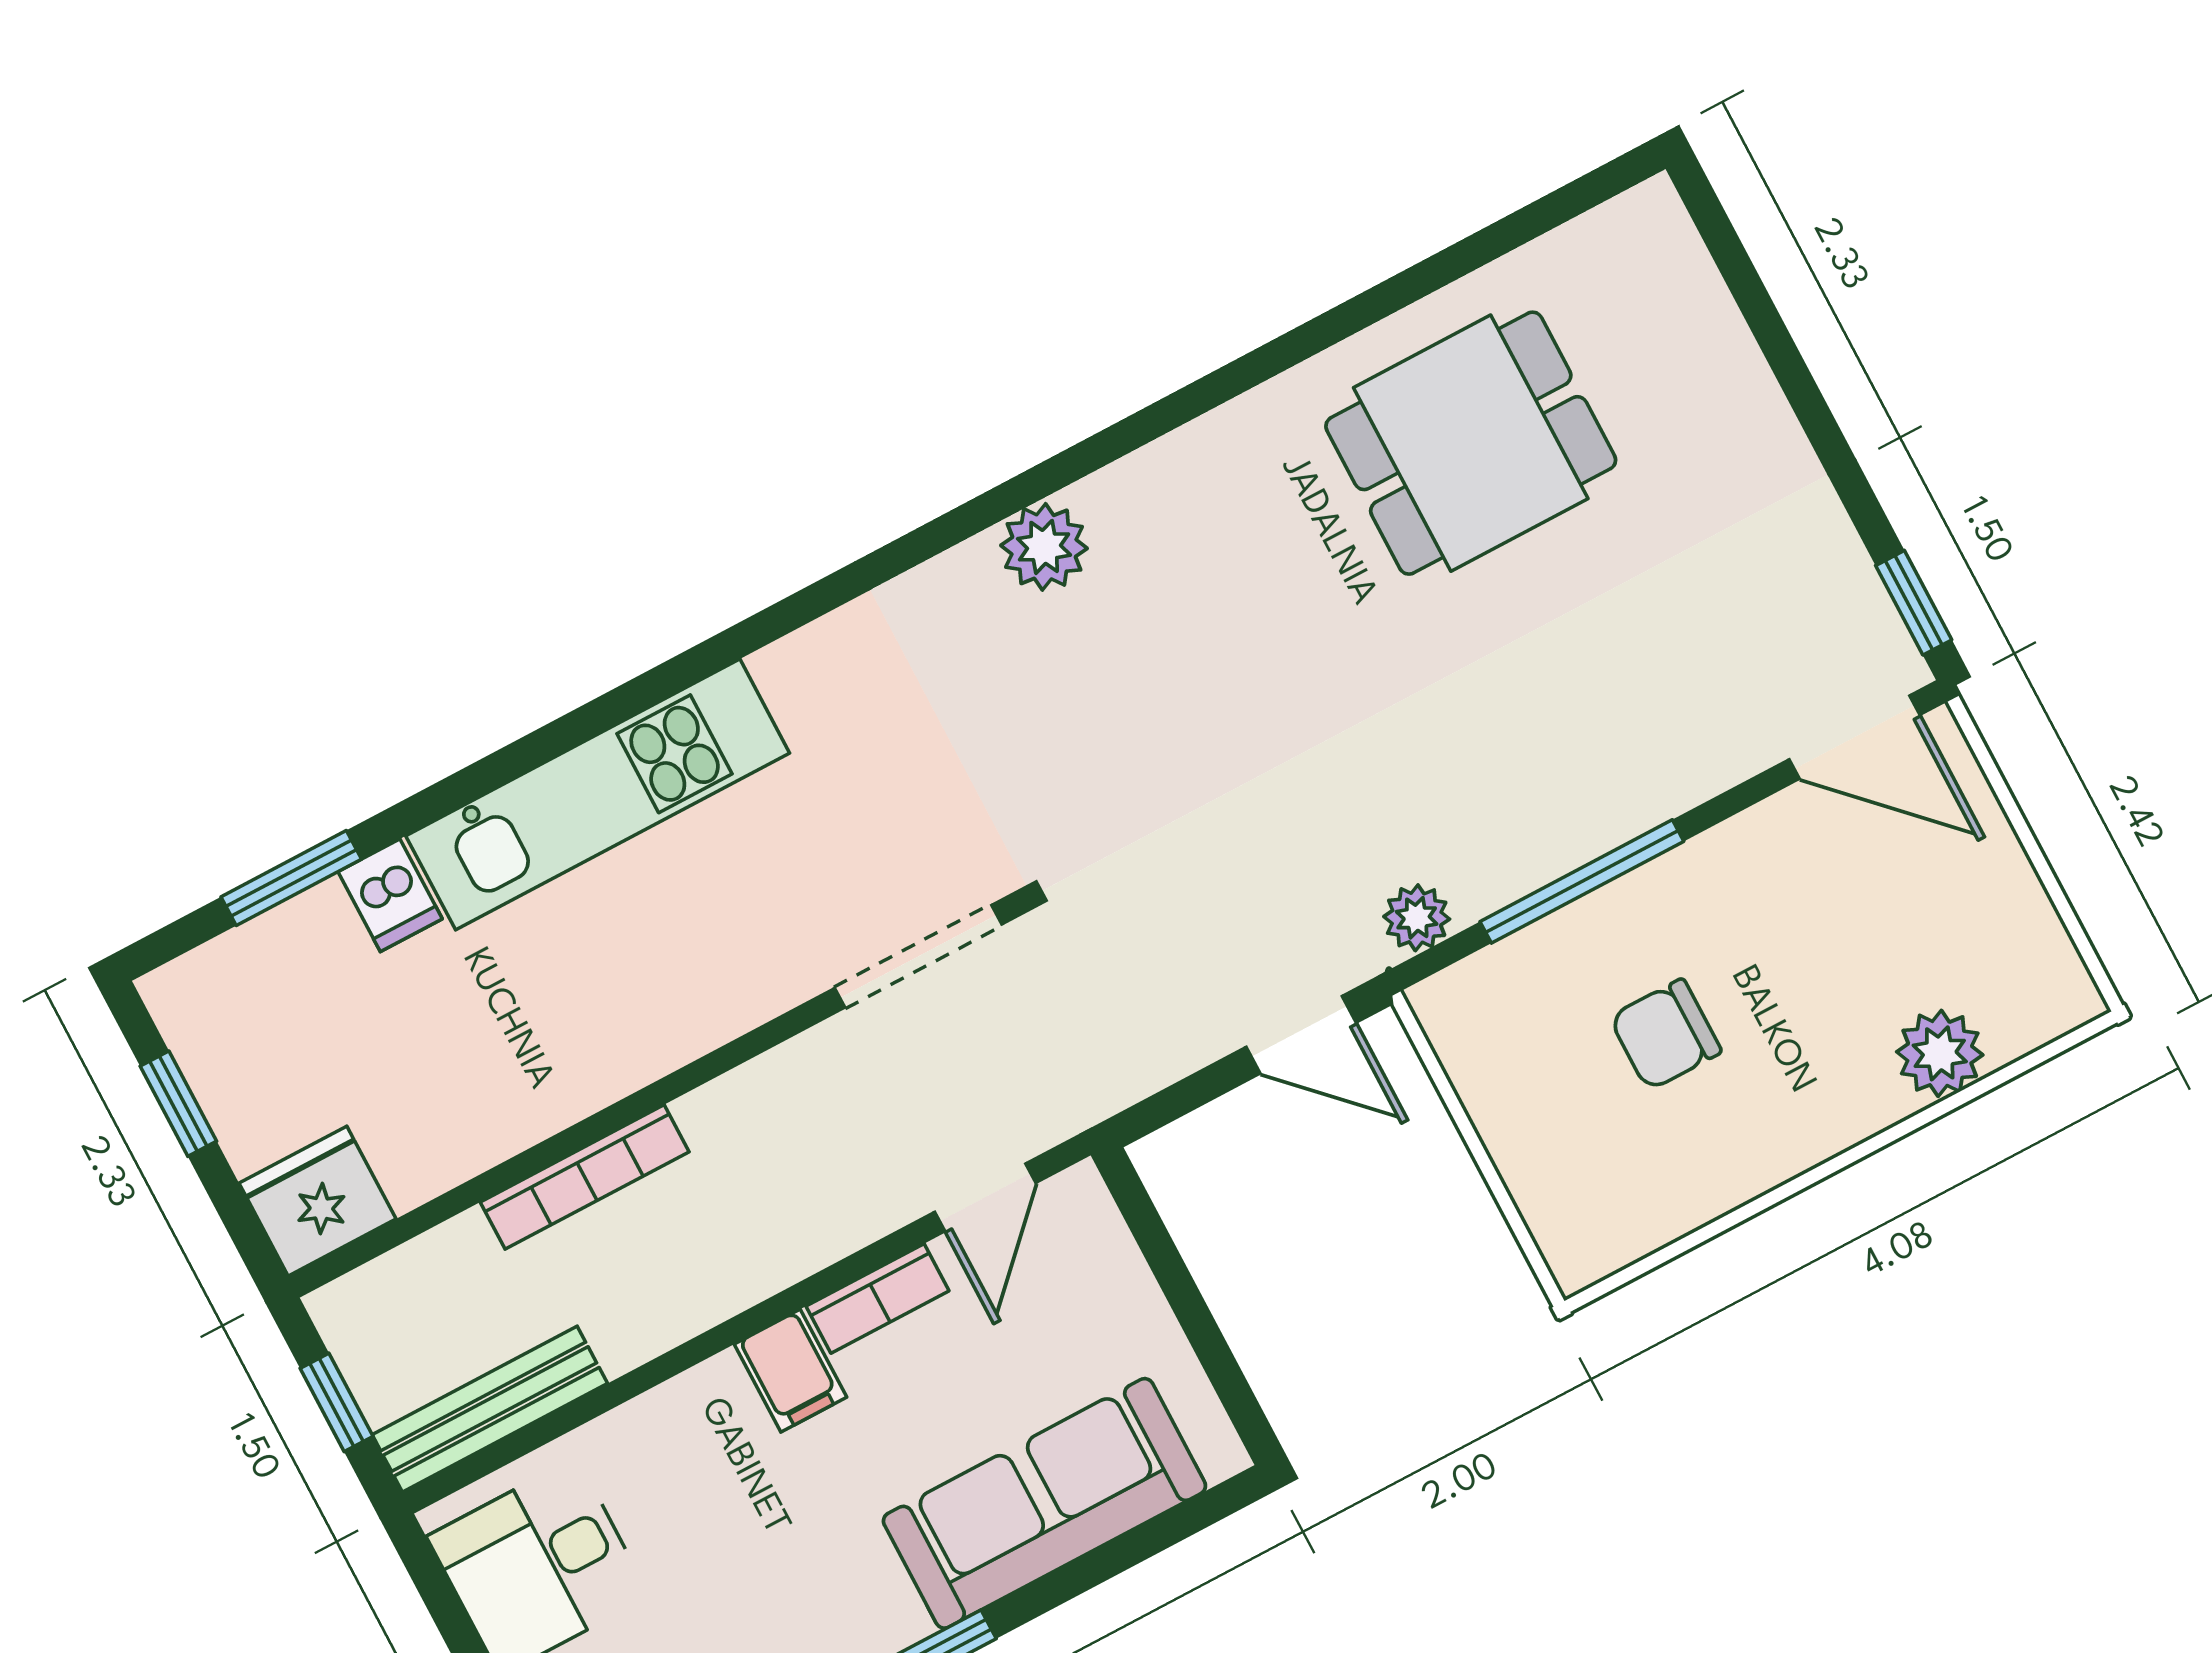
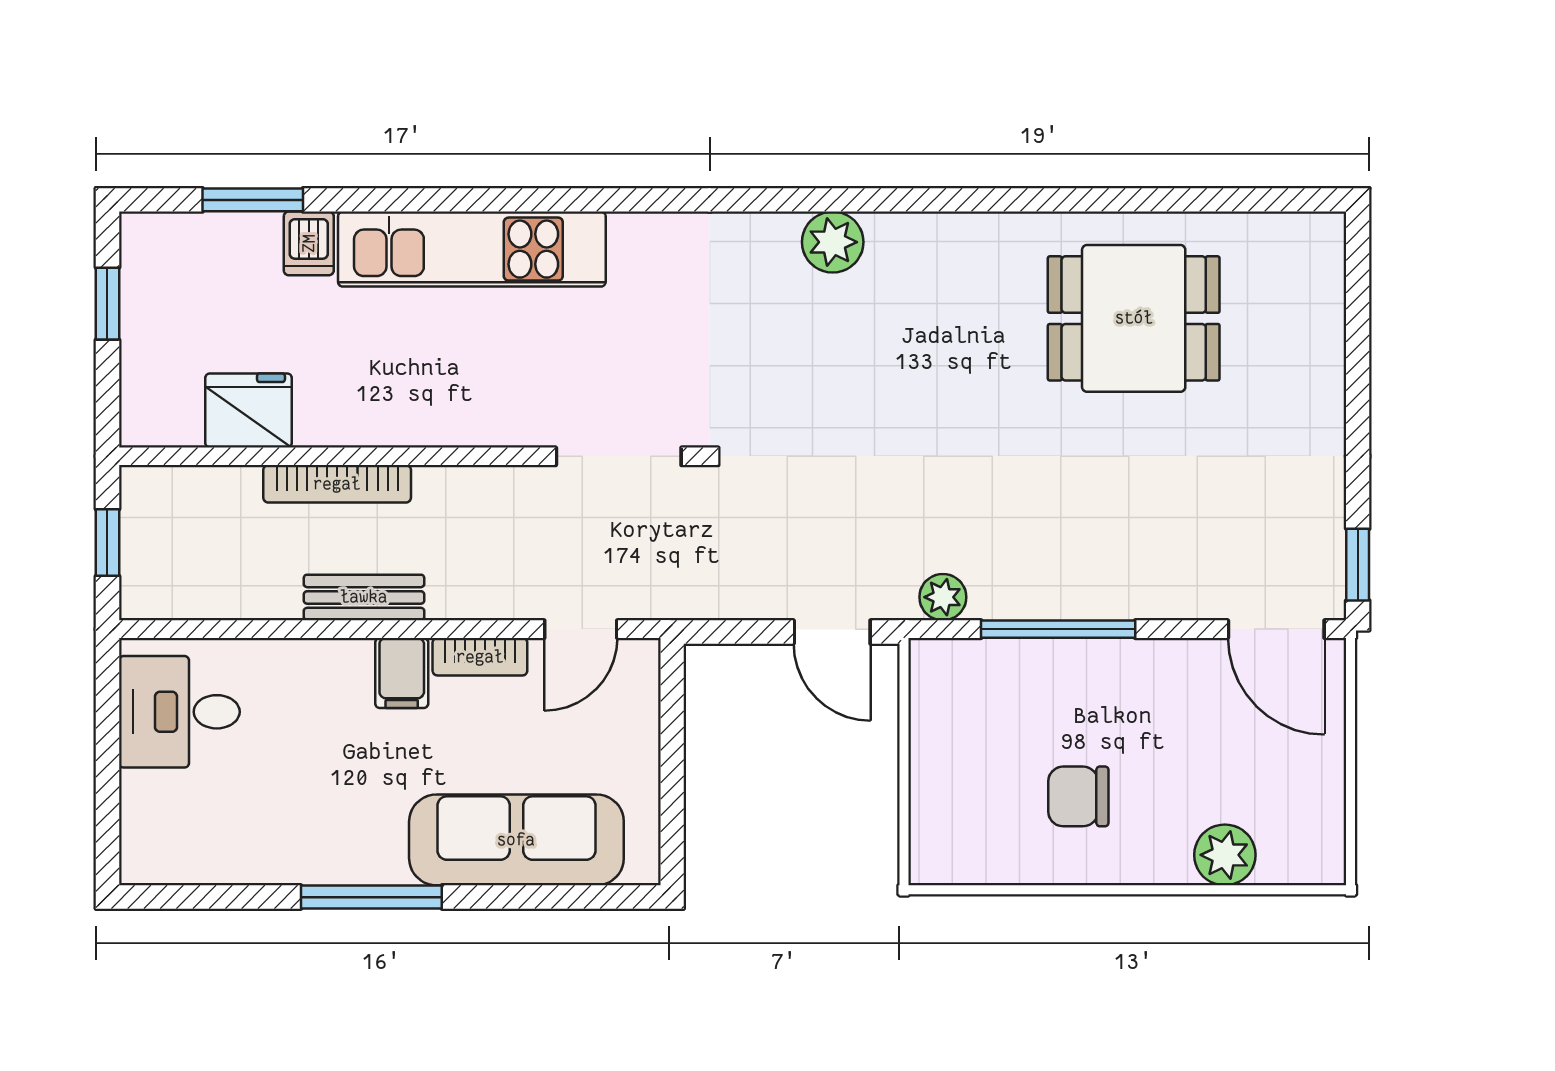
chair: (1665, 1035) -> (1078, 796), moved
fridge: (317, 1201) -> (249, 410), moved
bench: (490, 1409) -> (364, 597), moved, width x0.73

